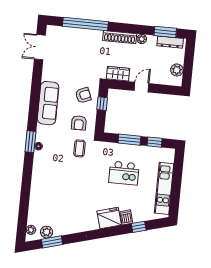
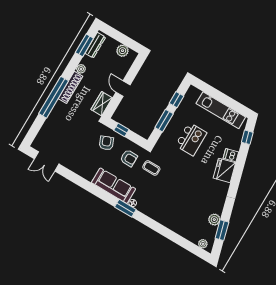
window: (85, 24) -> (54, 97), moved
sofa: (48, 103) -> (114, 186), moved
window: (139, 227) -> (247, 137), moved
plant: (47, 232) -> (214, 220), moved

